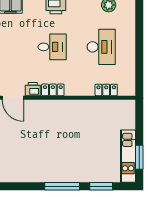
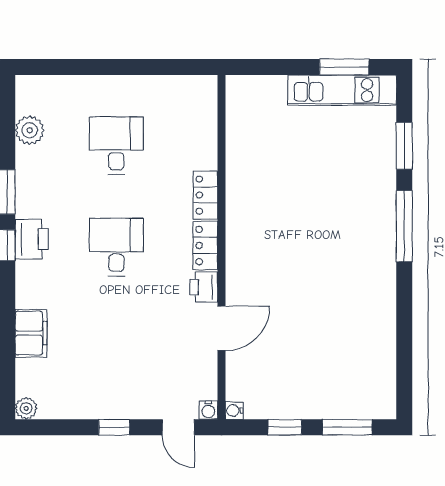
desk: (101, 47) -> (116, 146), width x0.73
locker: (106, 90) -> (205, 195), moved

